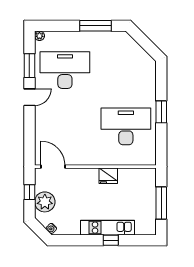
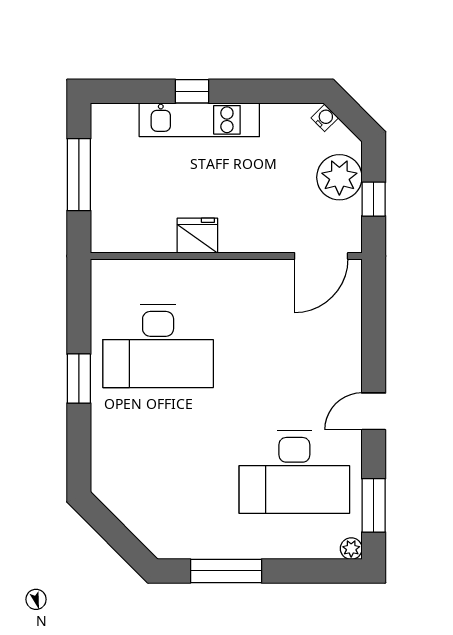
window: (29, 66) -> (374, 505), moved
door: (53, 167) -> (321, 256), hinge flipped

